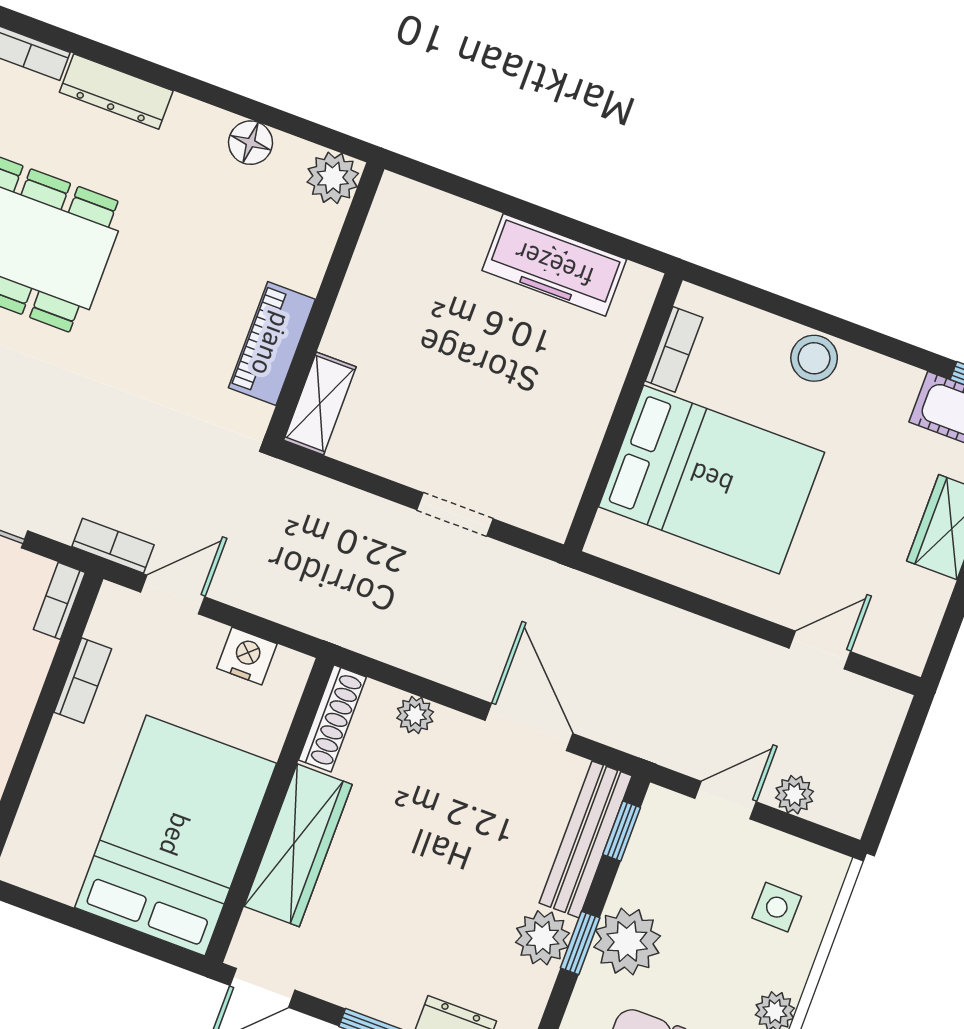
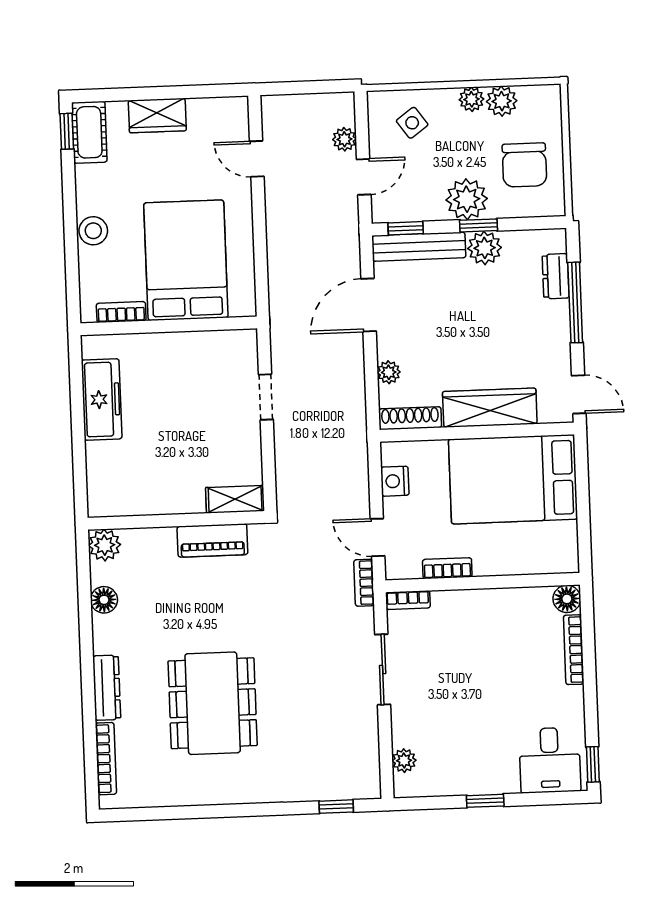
door: (726, 800) -> (364, 177), swing flipped
side table: (777, 907) -> (412, 123), turned -37

